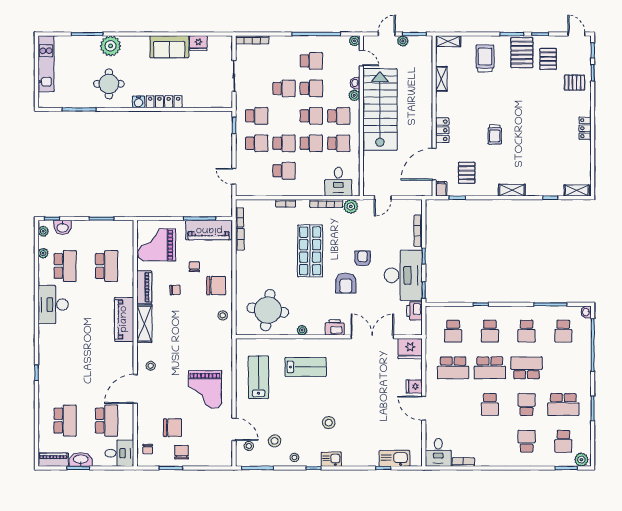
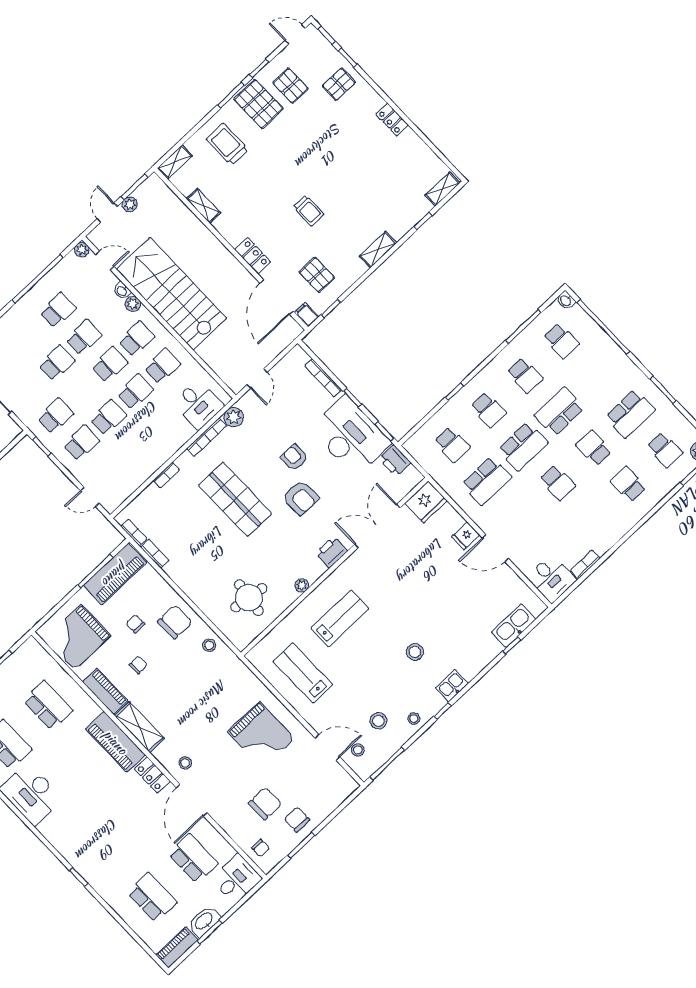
school desk: (284, 171) -> (134, 444), removed
round table: (268, 310) -> (249, 598), width x0.73, depth x0.73
locker: (127, 356) -> (152, 775), added

